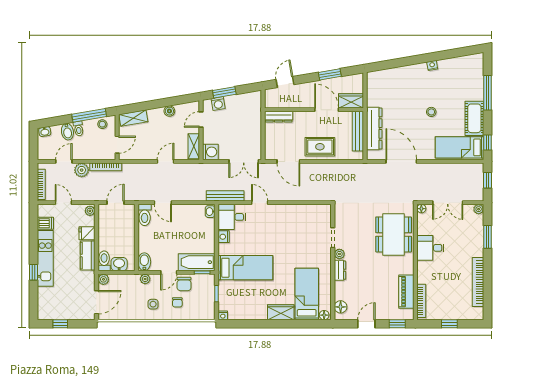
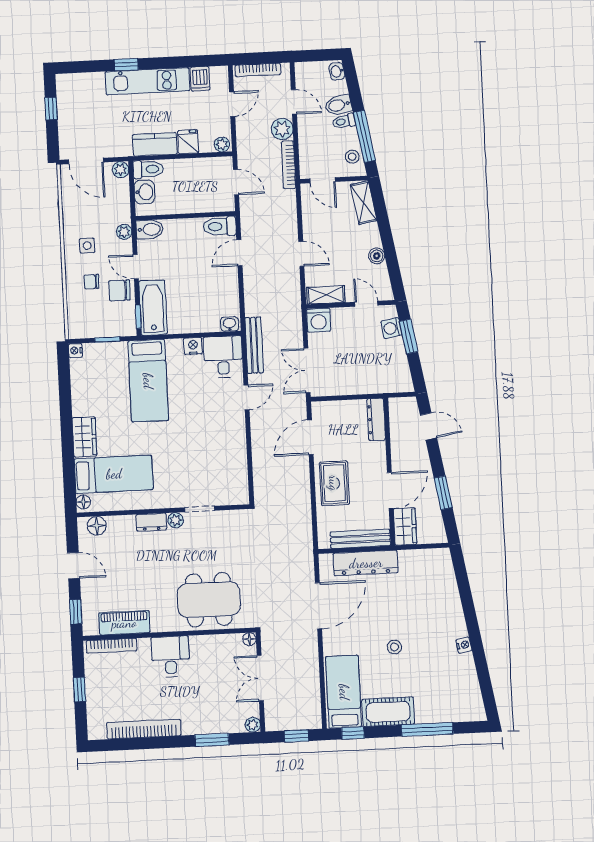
desk: (430, 248) -> (170, 657), moved

